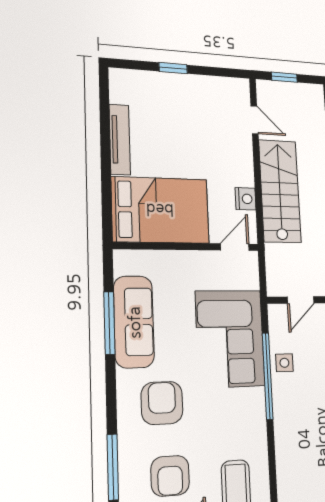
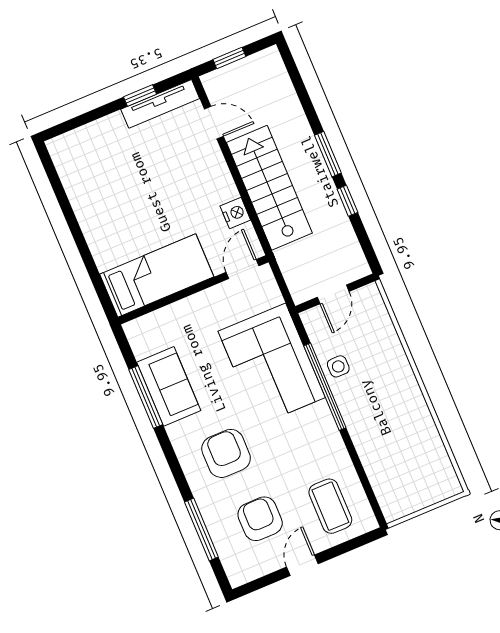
window: (173, 68) -> (140, 96), moved
tv unit: (120, 140) -> (160, 104), moved, turned 90
bed: (160, 210) -> (157, 275), width x0.67
sofa: (134, 322) -> (169, 386), width x0.73
armchair: (170, 476) -> (260, 519), turned 180

